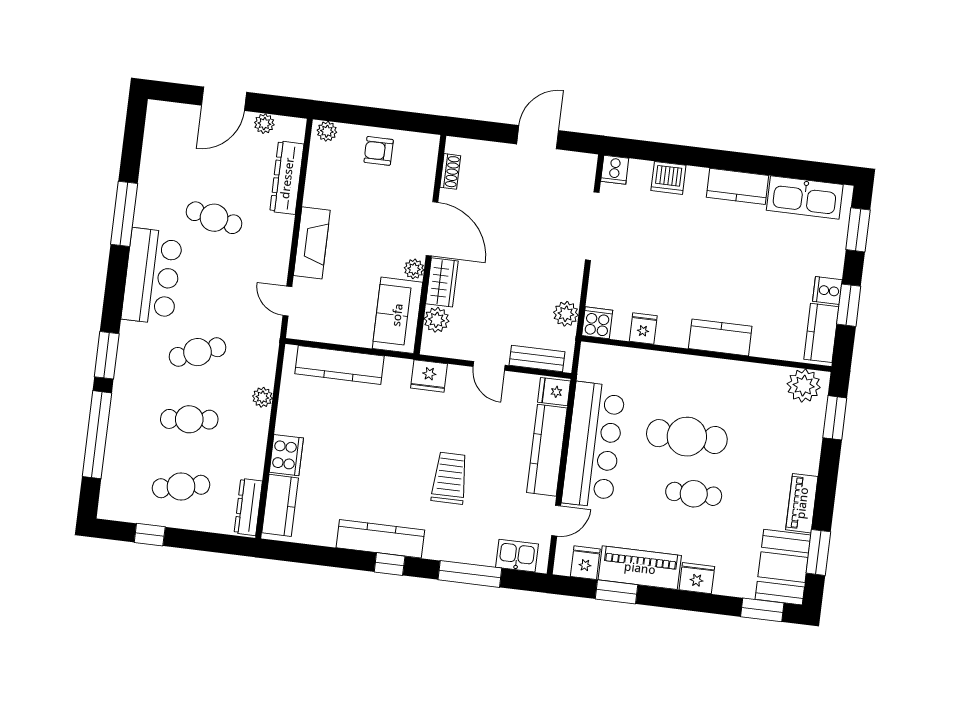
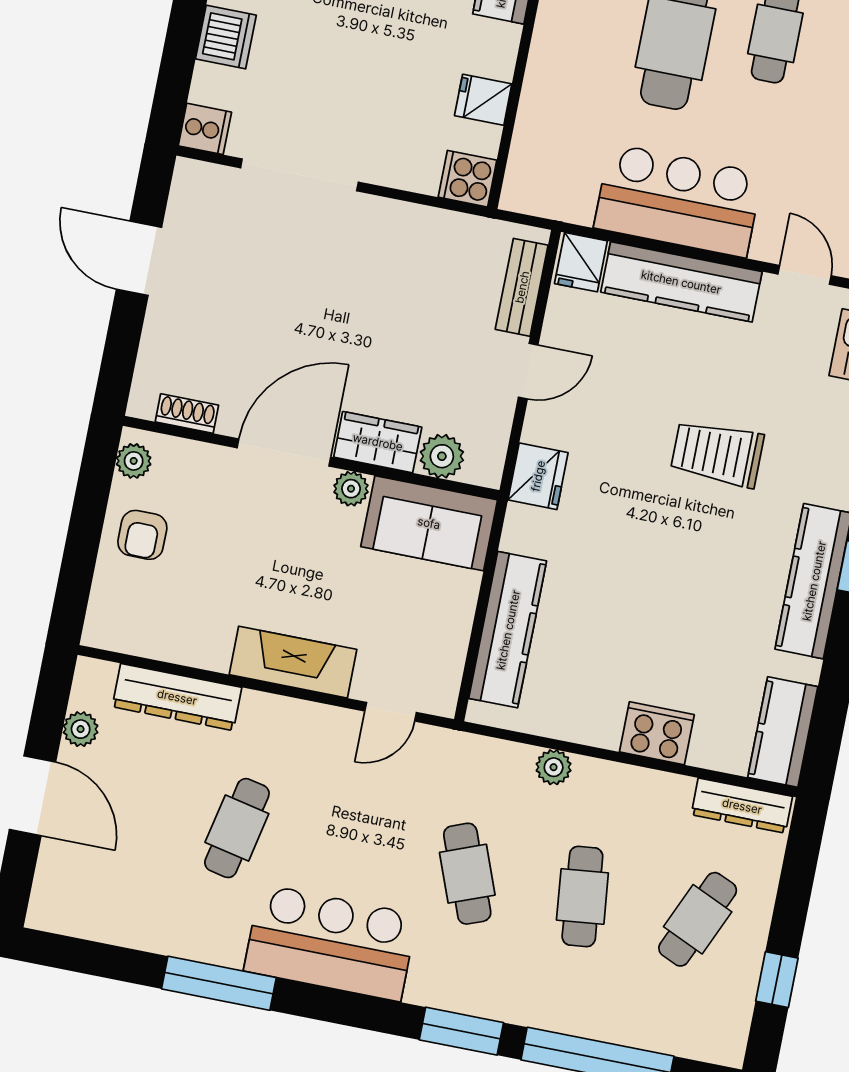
plant: (327, 131) -> (134, 461), moved
plant: (566, 314) -> (448, 232), removed
bar counter: (594, 445) -> (678, 201), width x0.73
cafe table: (181, 486) -> (698, 919), turned 36
kitchen counter: (280, 505) -> (783, 732), moved, turned -90

